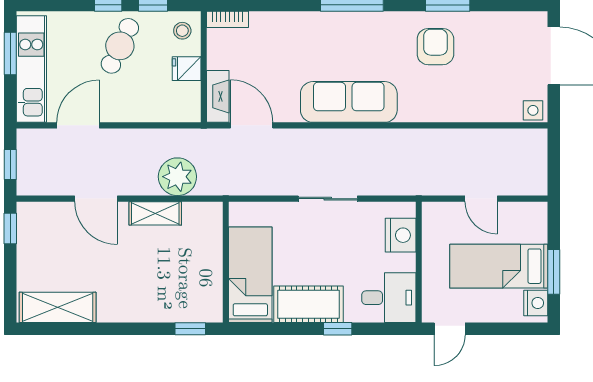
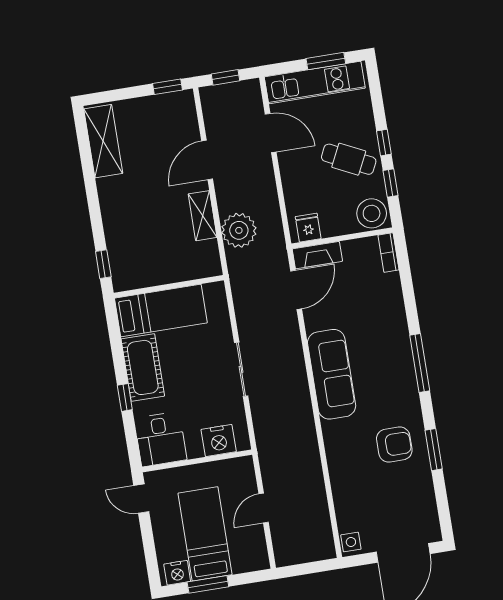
stool: (182, 31) -> (372, 213), width x1.89, depth x1.89
fridge: (187, 69) -> (308, 228), moved

